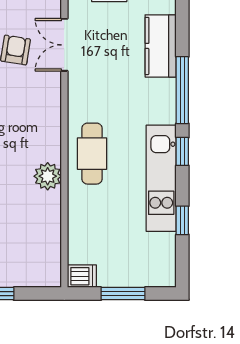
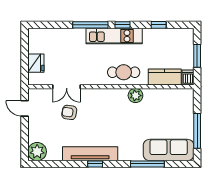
kitchen counter: (161, 46) -> (165, 77), moved, turned 180
kitchen unit: (161, 178) -> (114, 36), moved

